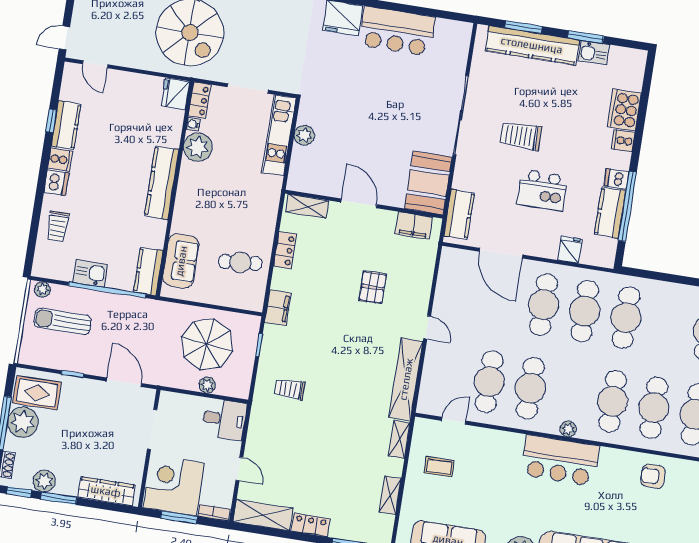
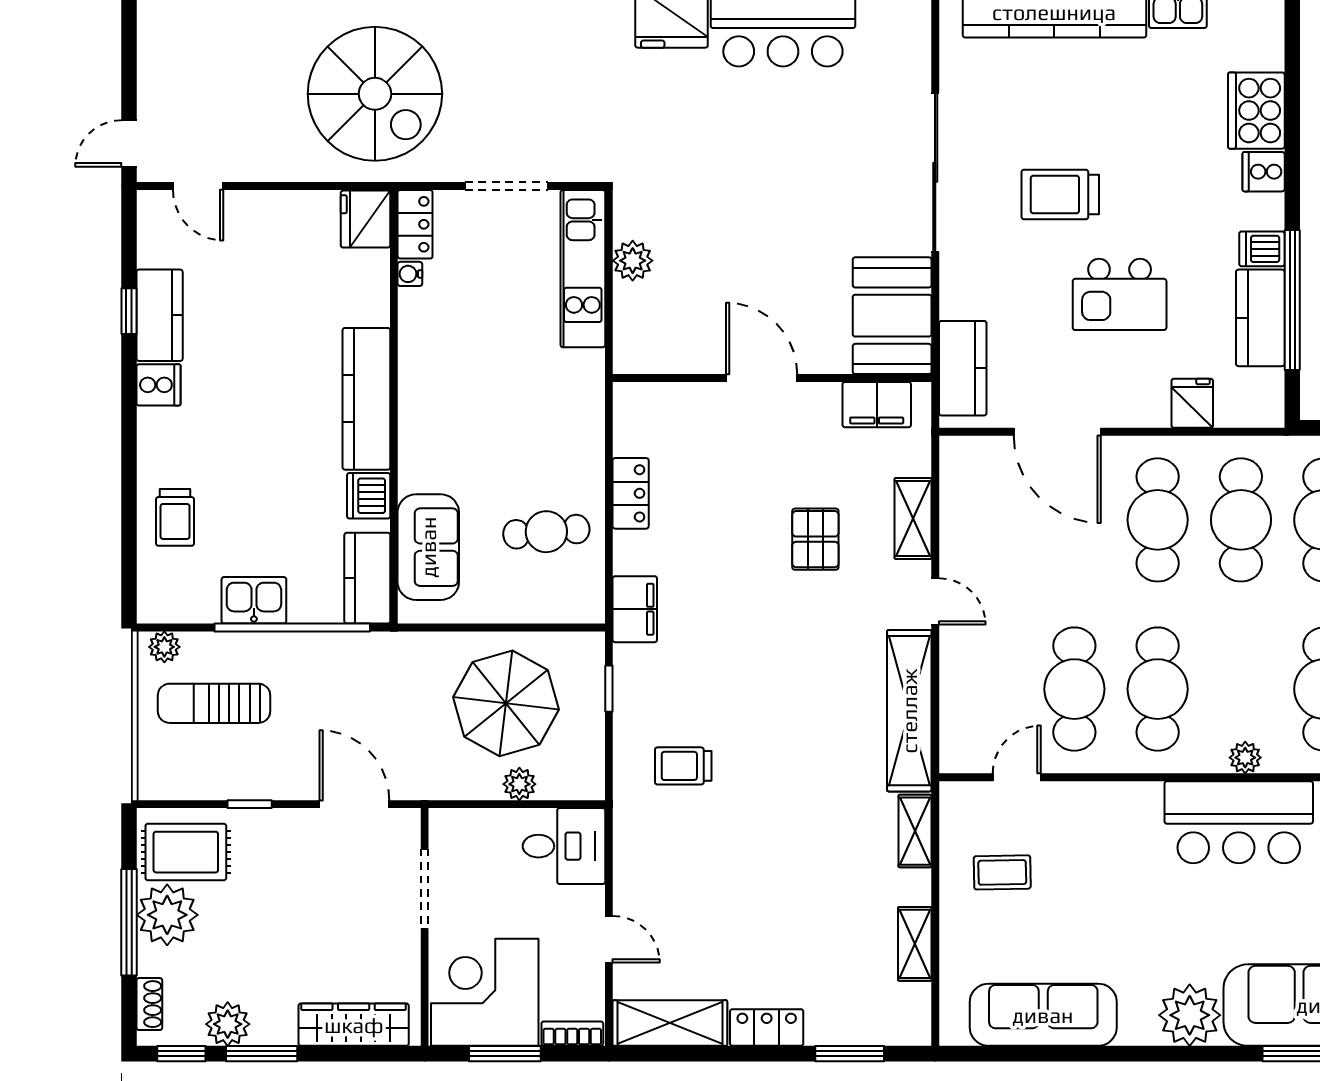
plant: (198, 147) -> (426, 318), removed
dishwasher: (56, 183) -> (369, 496), moved, turned 180
shelving: (307, 206) -> (913, 519), moved, turned 90

